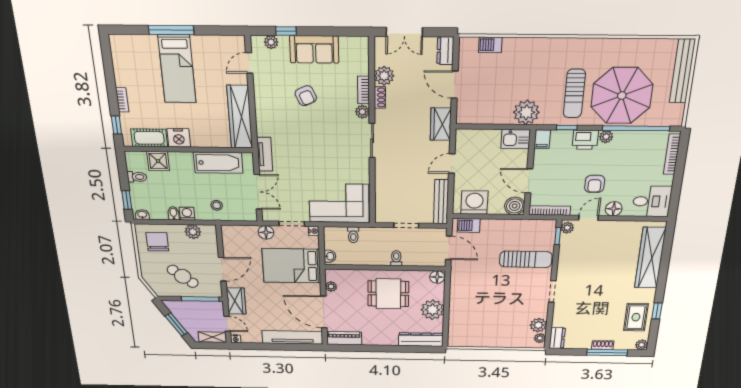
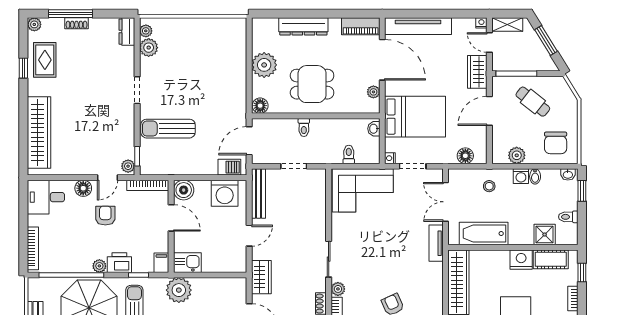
floor lamp: (266, 232) -> (465, 156), moved
door: (449, 248) -> (249, 141), hinge flipped
dresser: (421, 339) -> (303, 26), moved

